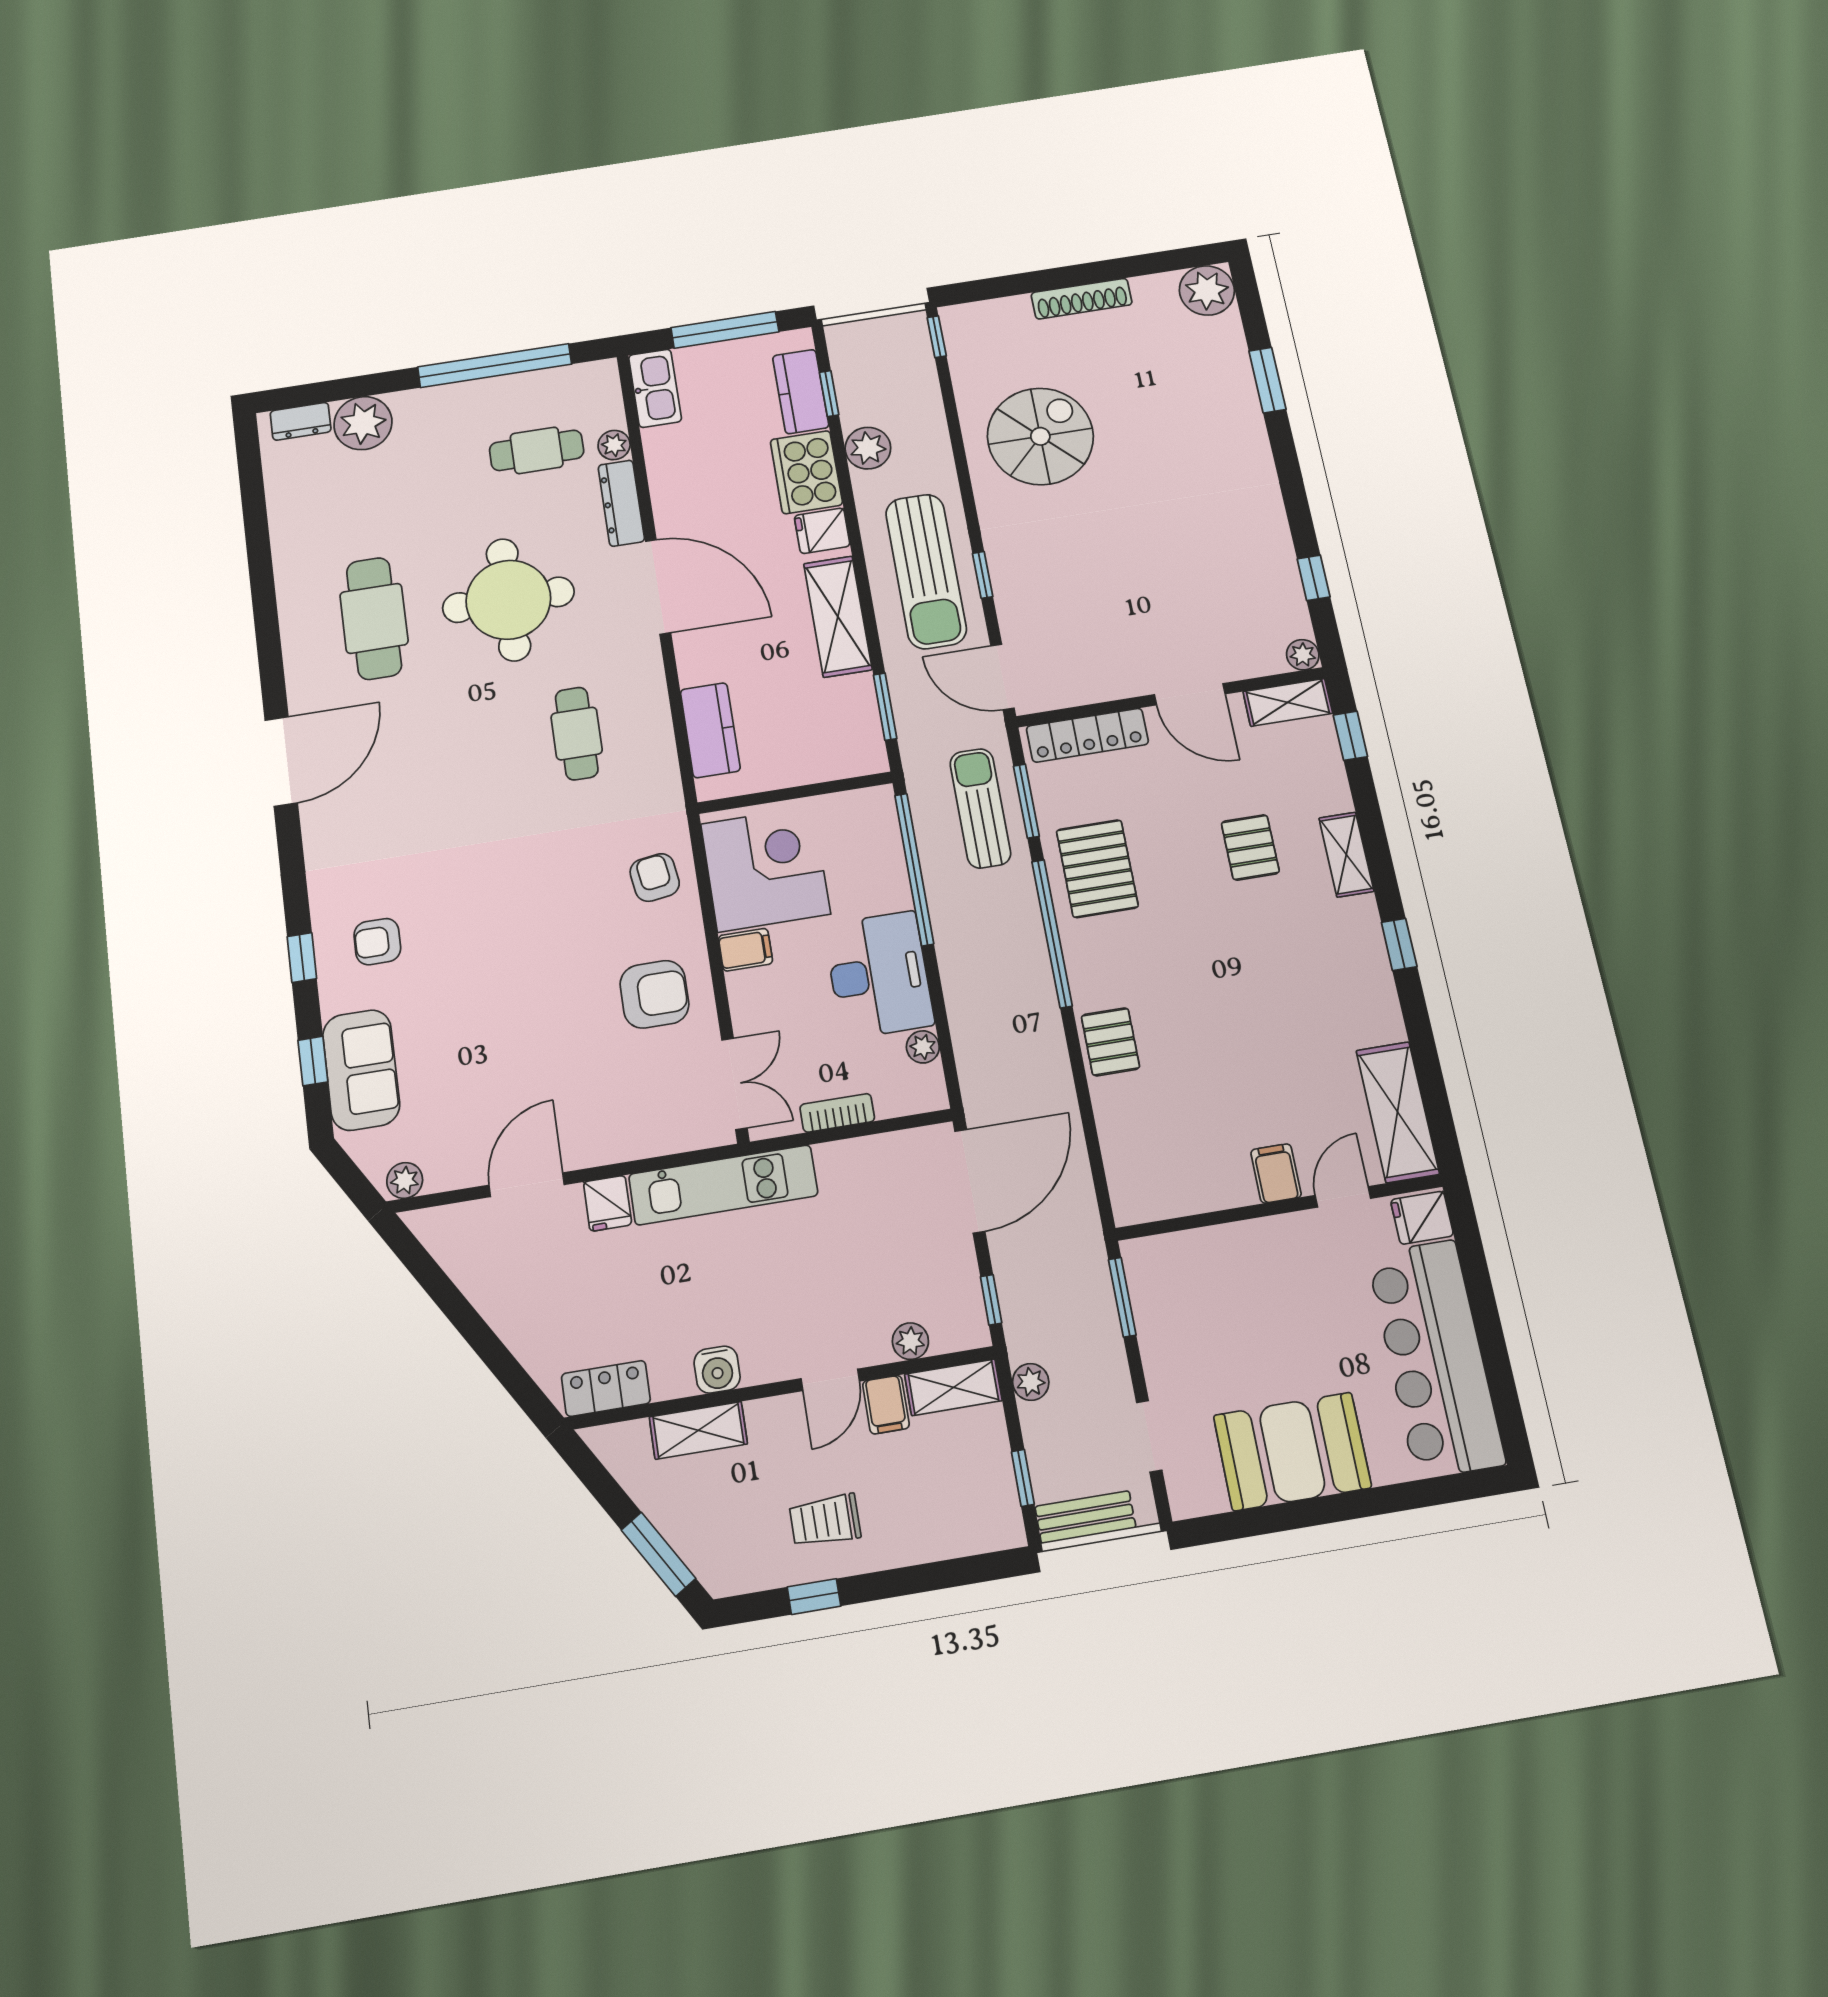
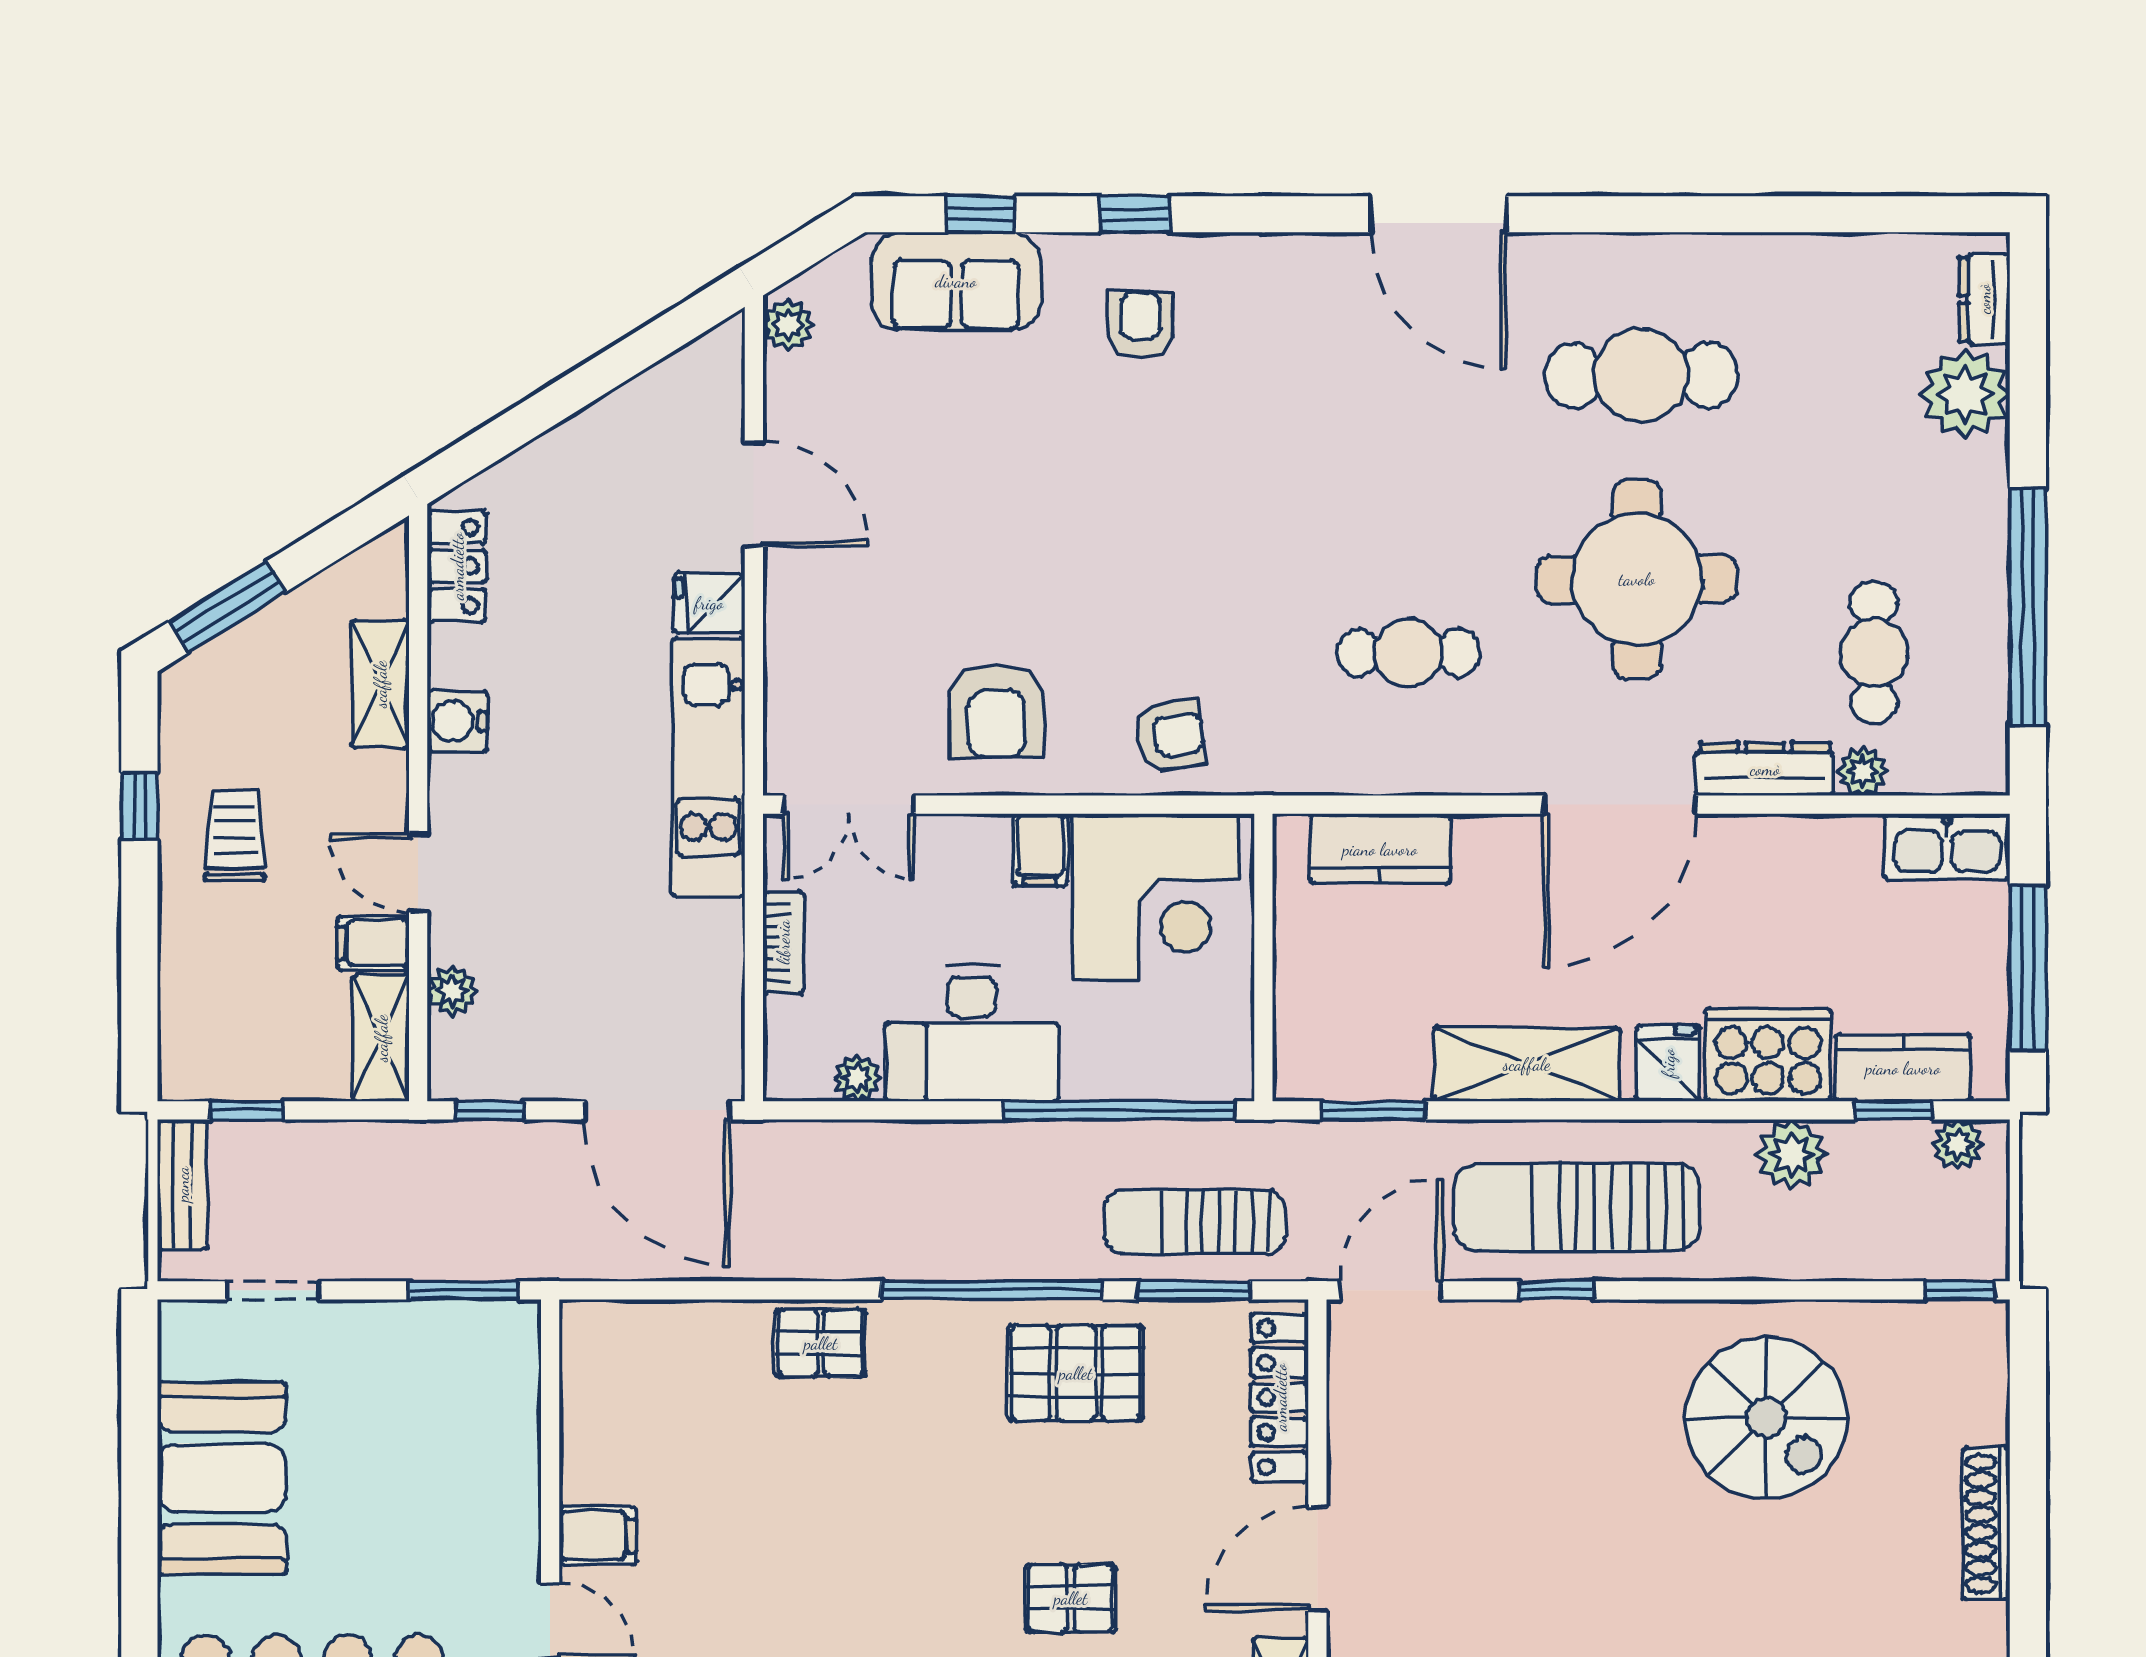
sun lounger: (980, 808) -> (1195, 1222), turned 180
plant: (1031, 1382) -> (1958, 1144), moved

